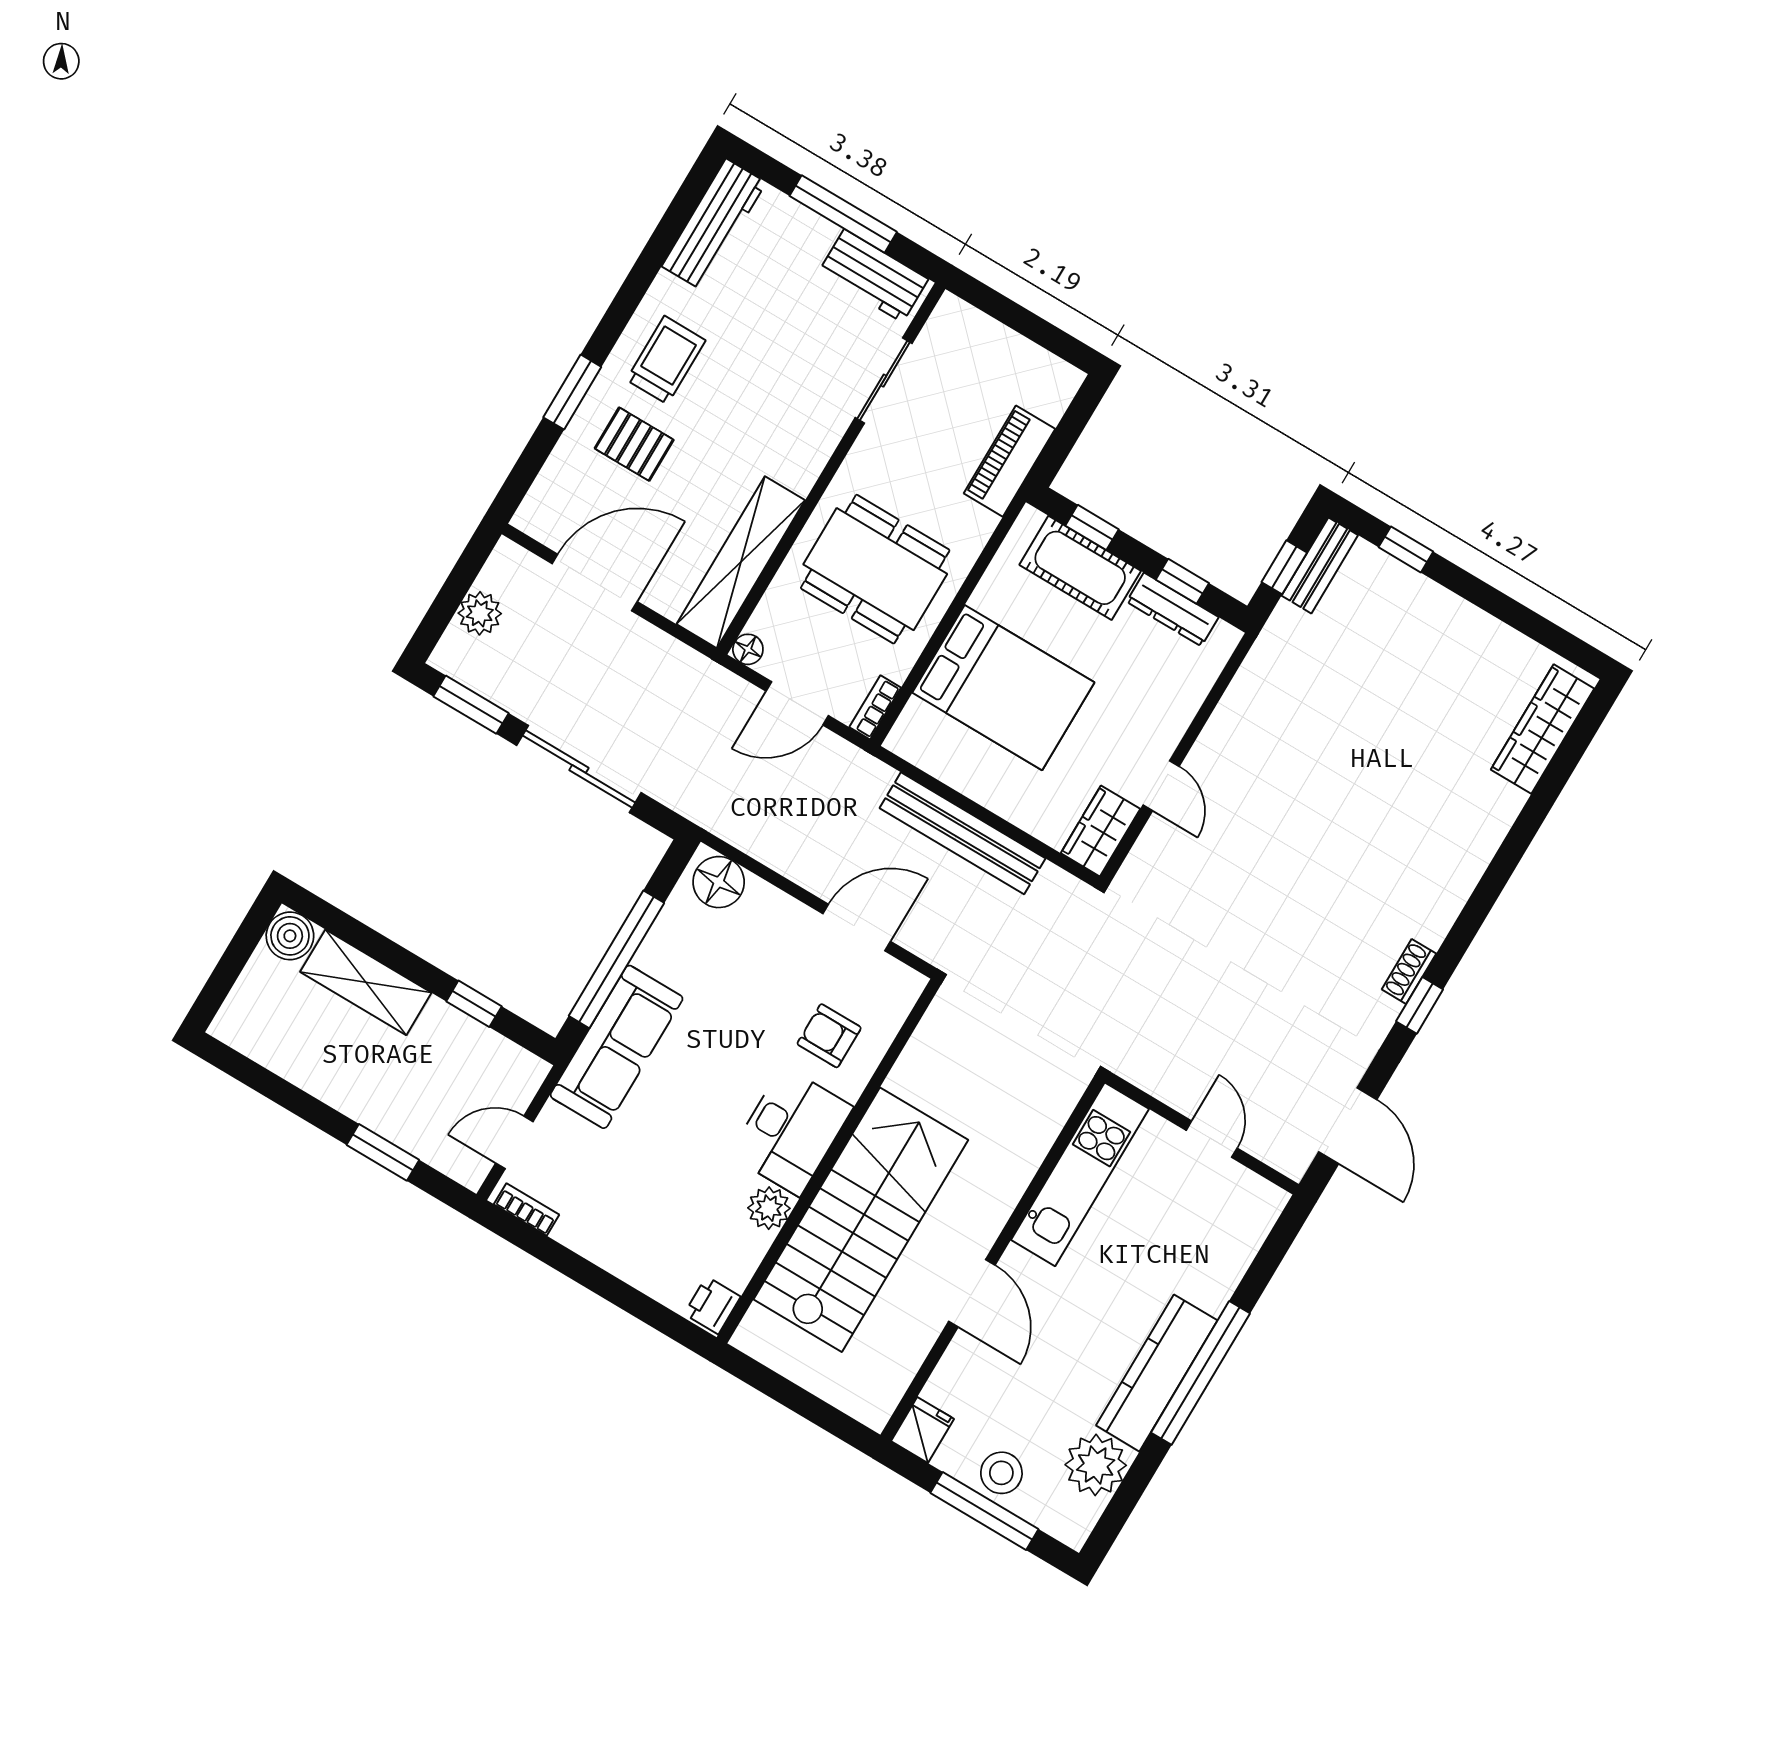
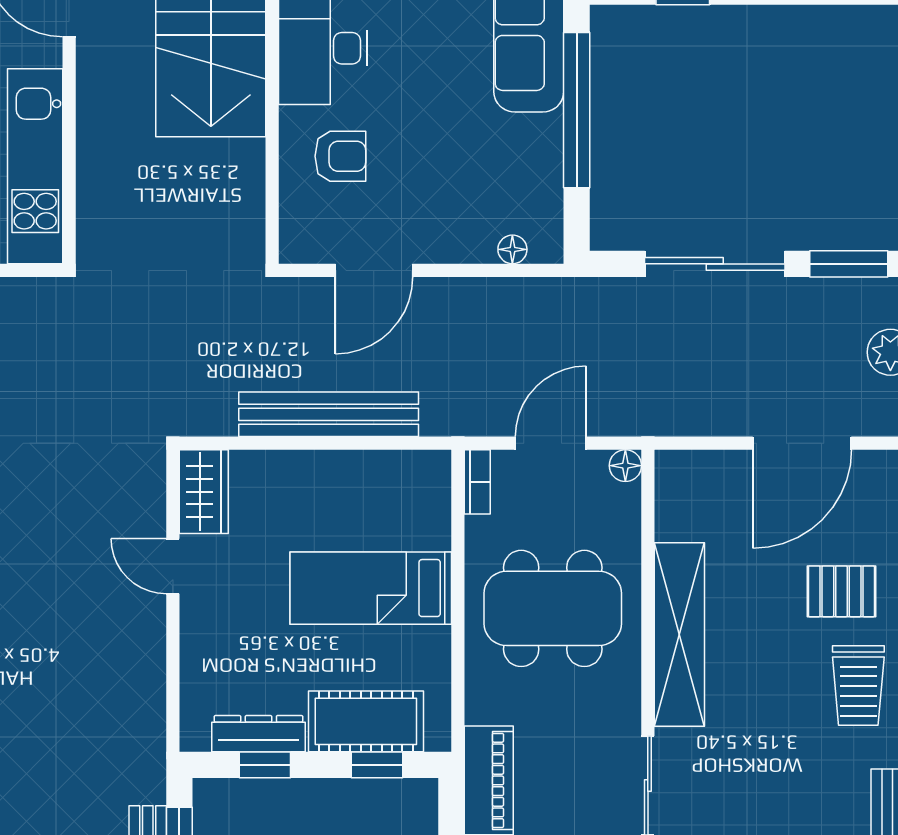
shelving: (741, 562) -> (679, 634), moved
bed: (1003, 688) -> (371, 588), width x0.67
floor lamp: (719, 882) -> (512, 249), width x0.53, depth x0.53

